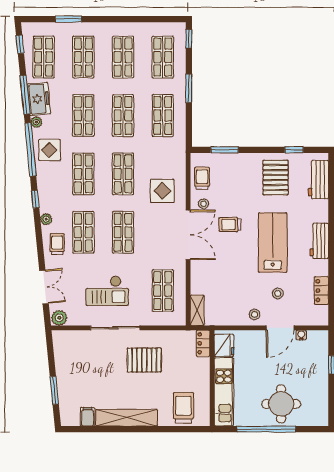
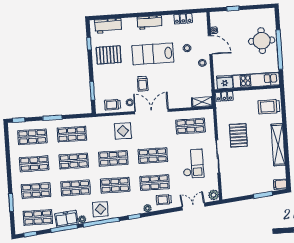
filing cabinet: (88, 417) -> (280, 184), moved

